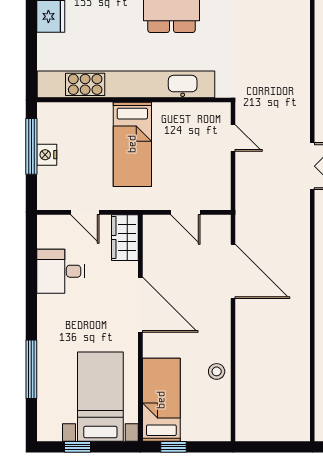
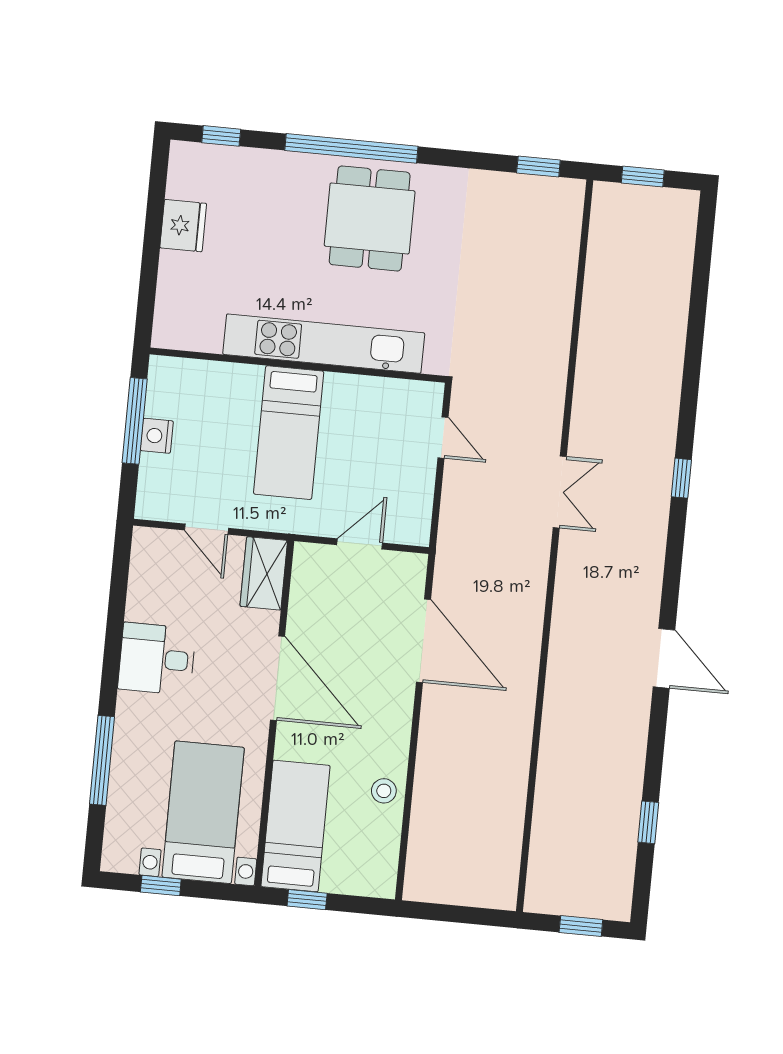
kitchen unit: (126, 84) -> (324, 344), width x0.73
door: (185, 212) -> (360, 544), swing flipped
desk: (61, 271) -> (157, 659), moved

